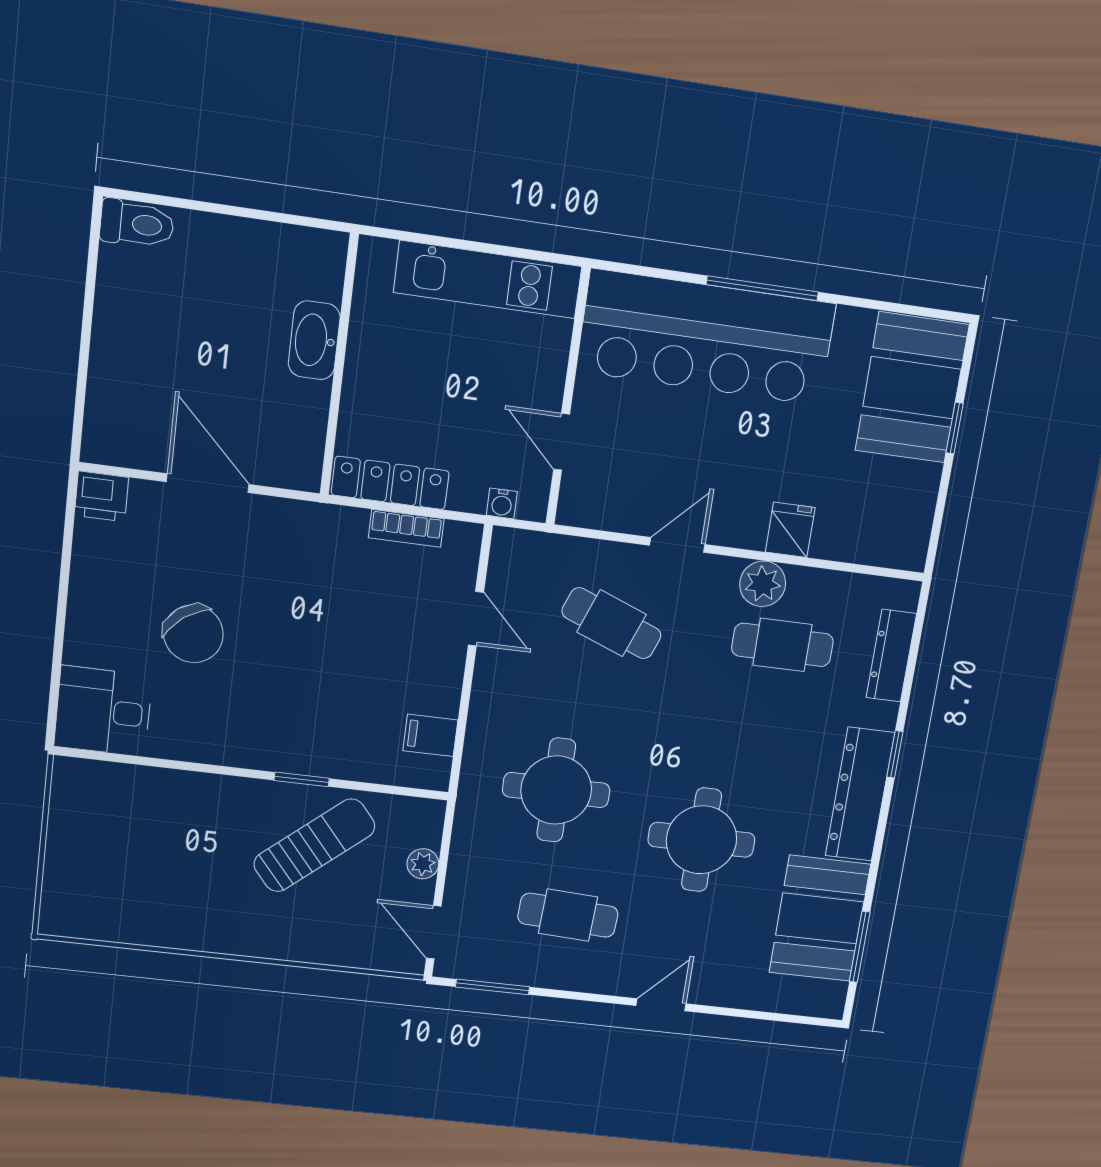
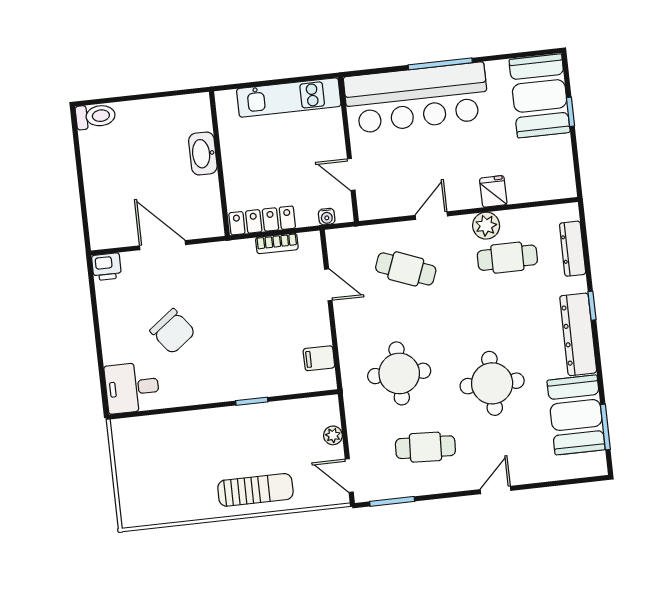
sun lounger: (314, 845) -> (255, 490), moved, turned 40

